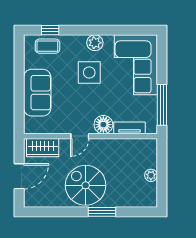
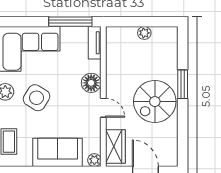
side table: (89, 72) -> (36, 98), turned 32
plant: (30, 128) -> (94, 160), added
tv unit: (129, 128) -> (95, 43), moved

